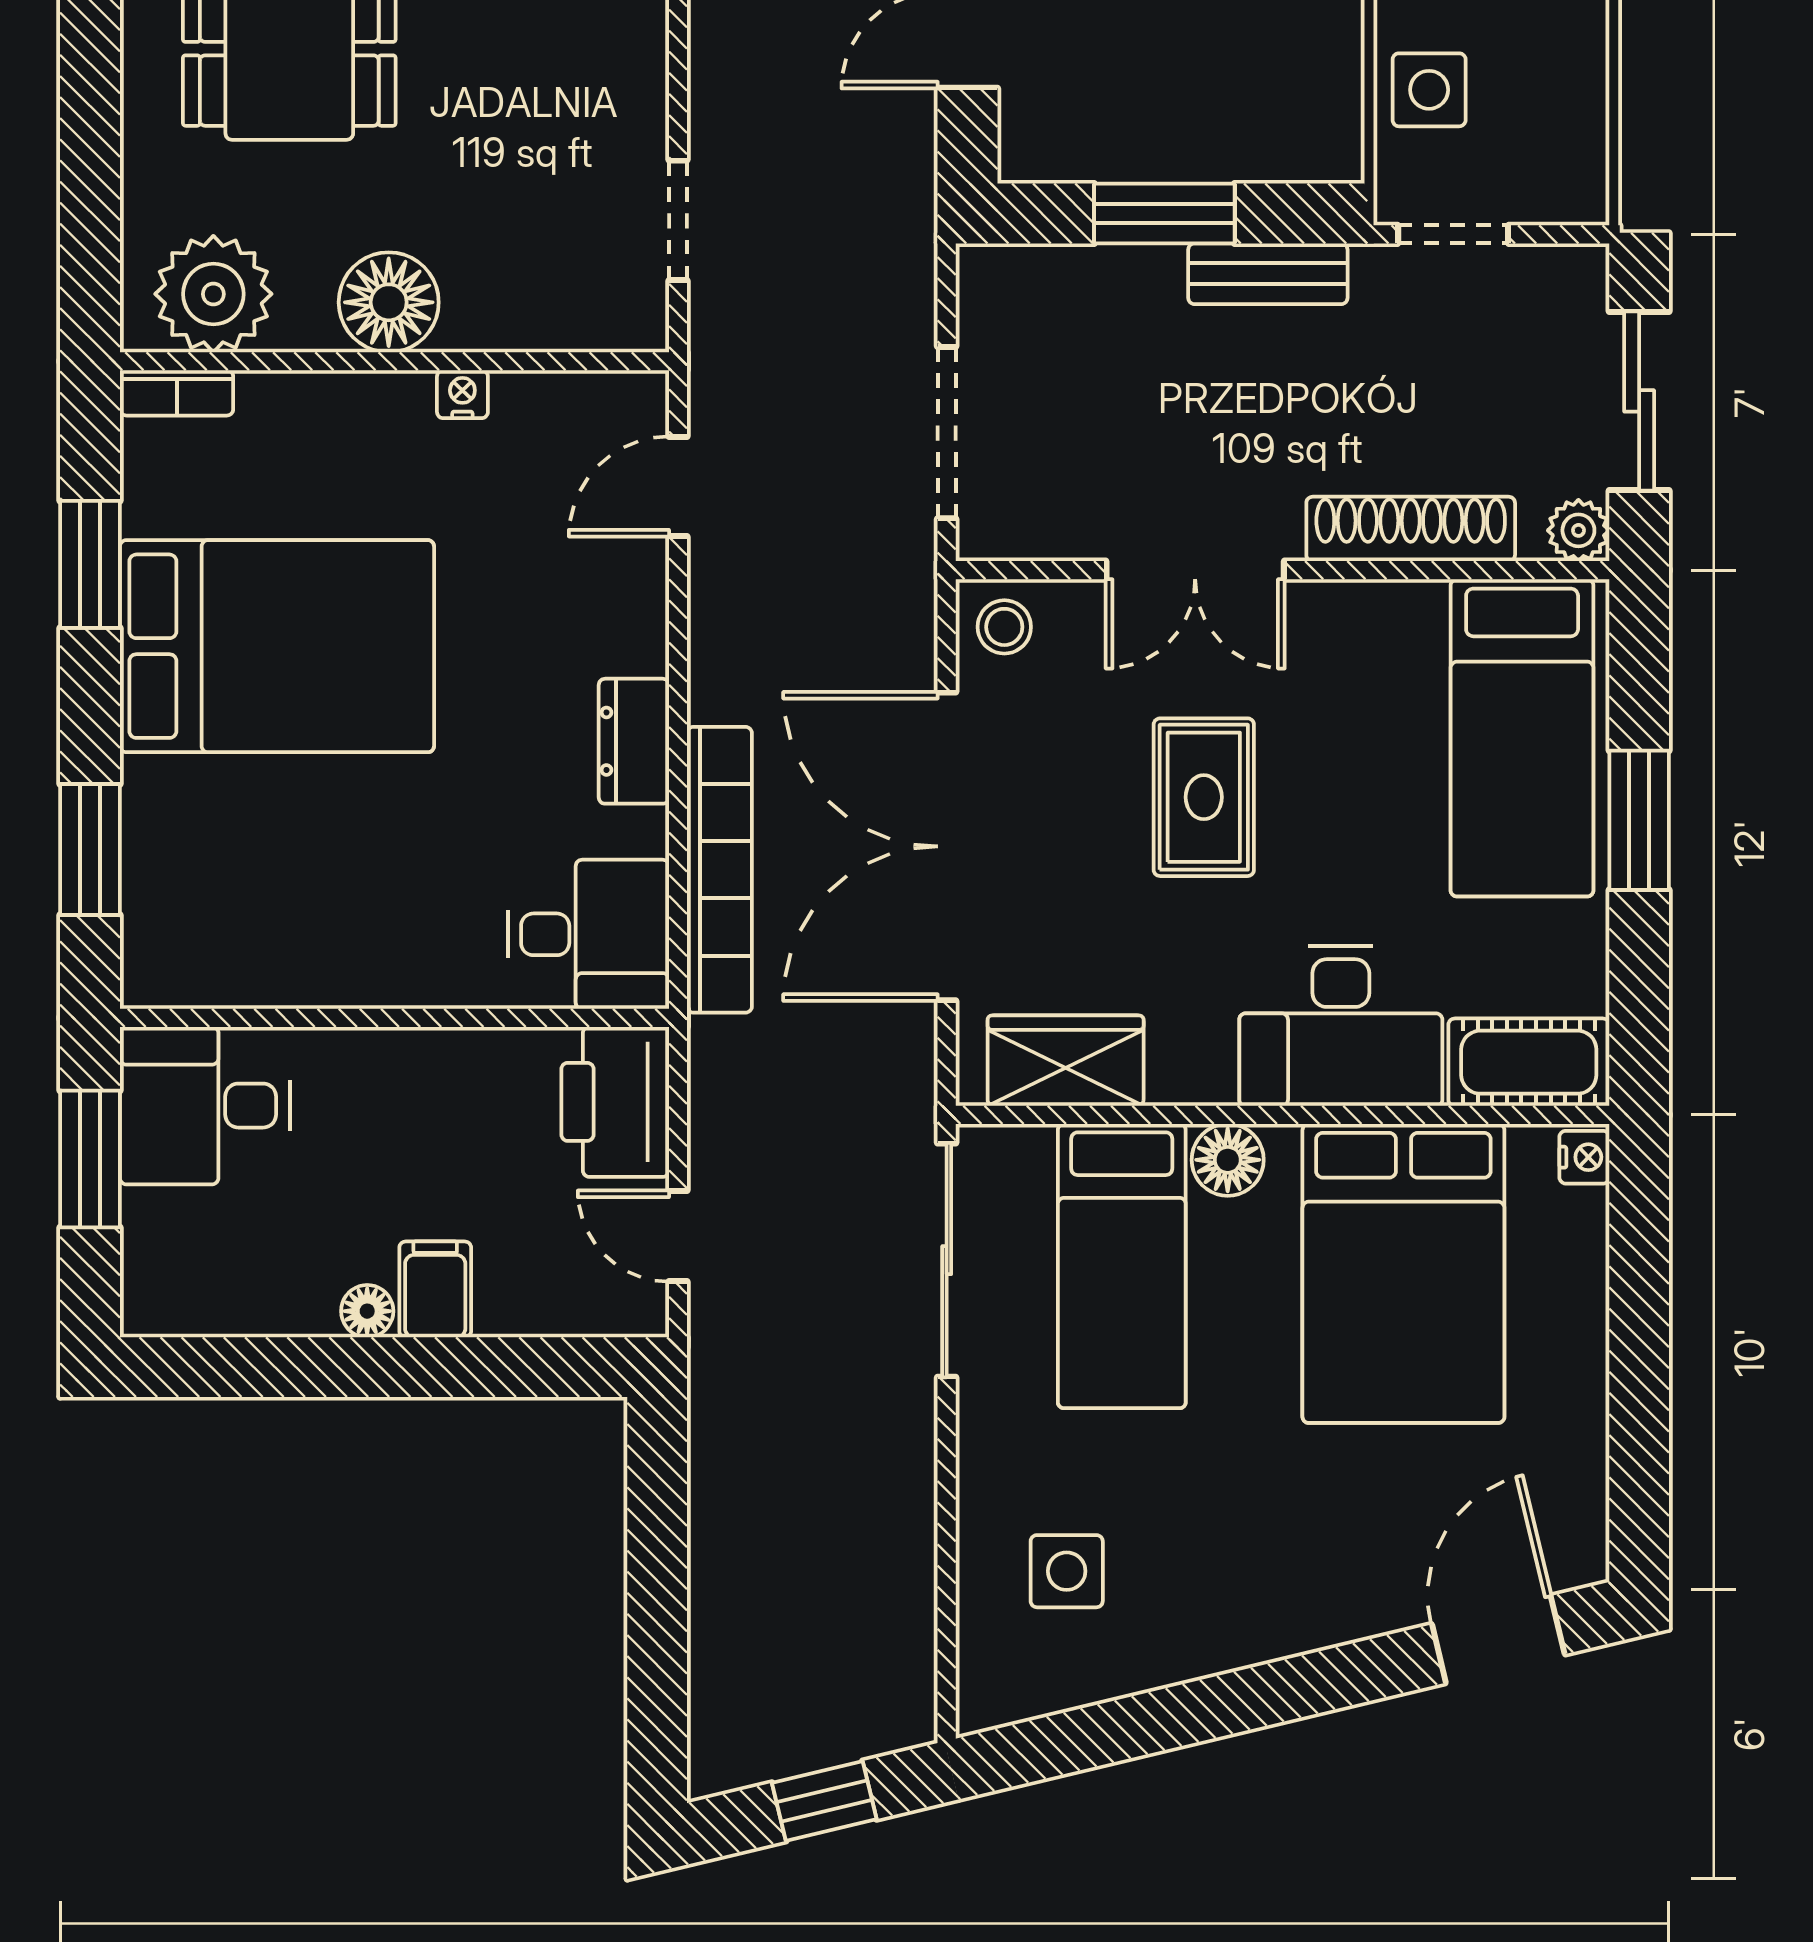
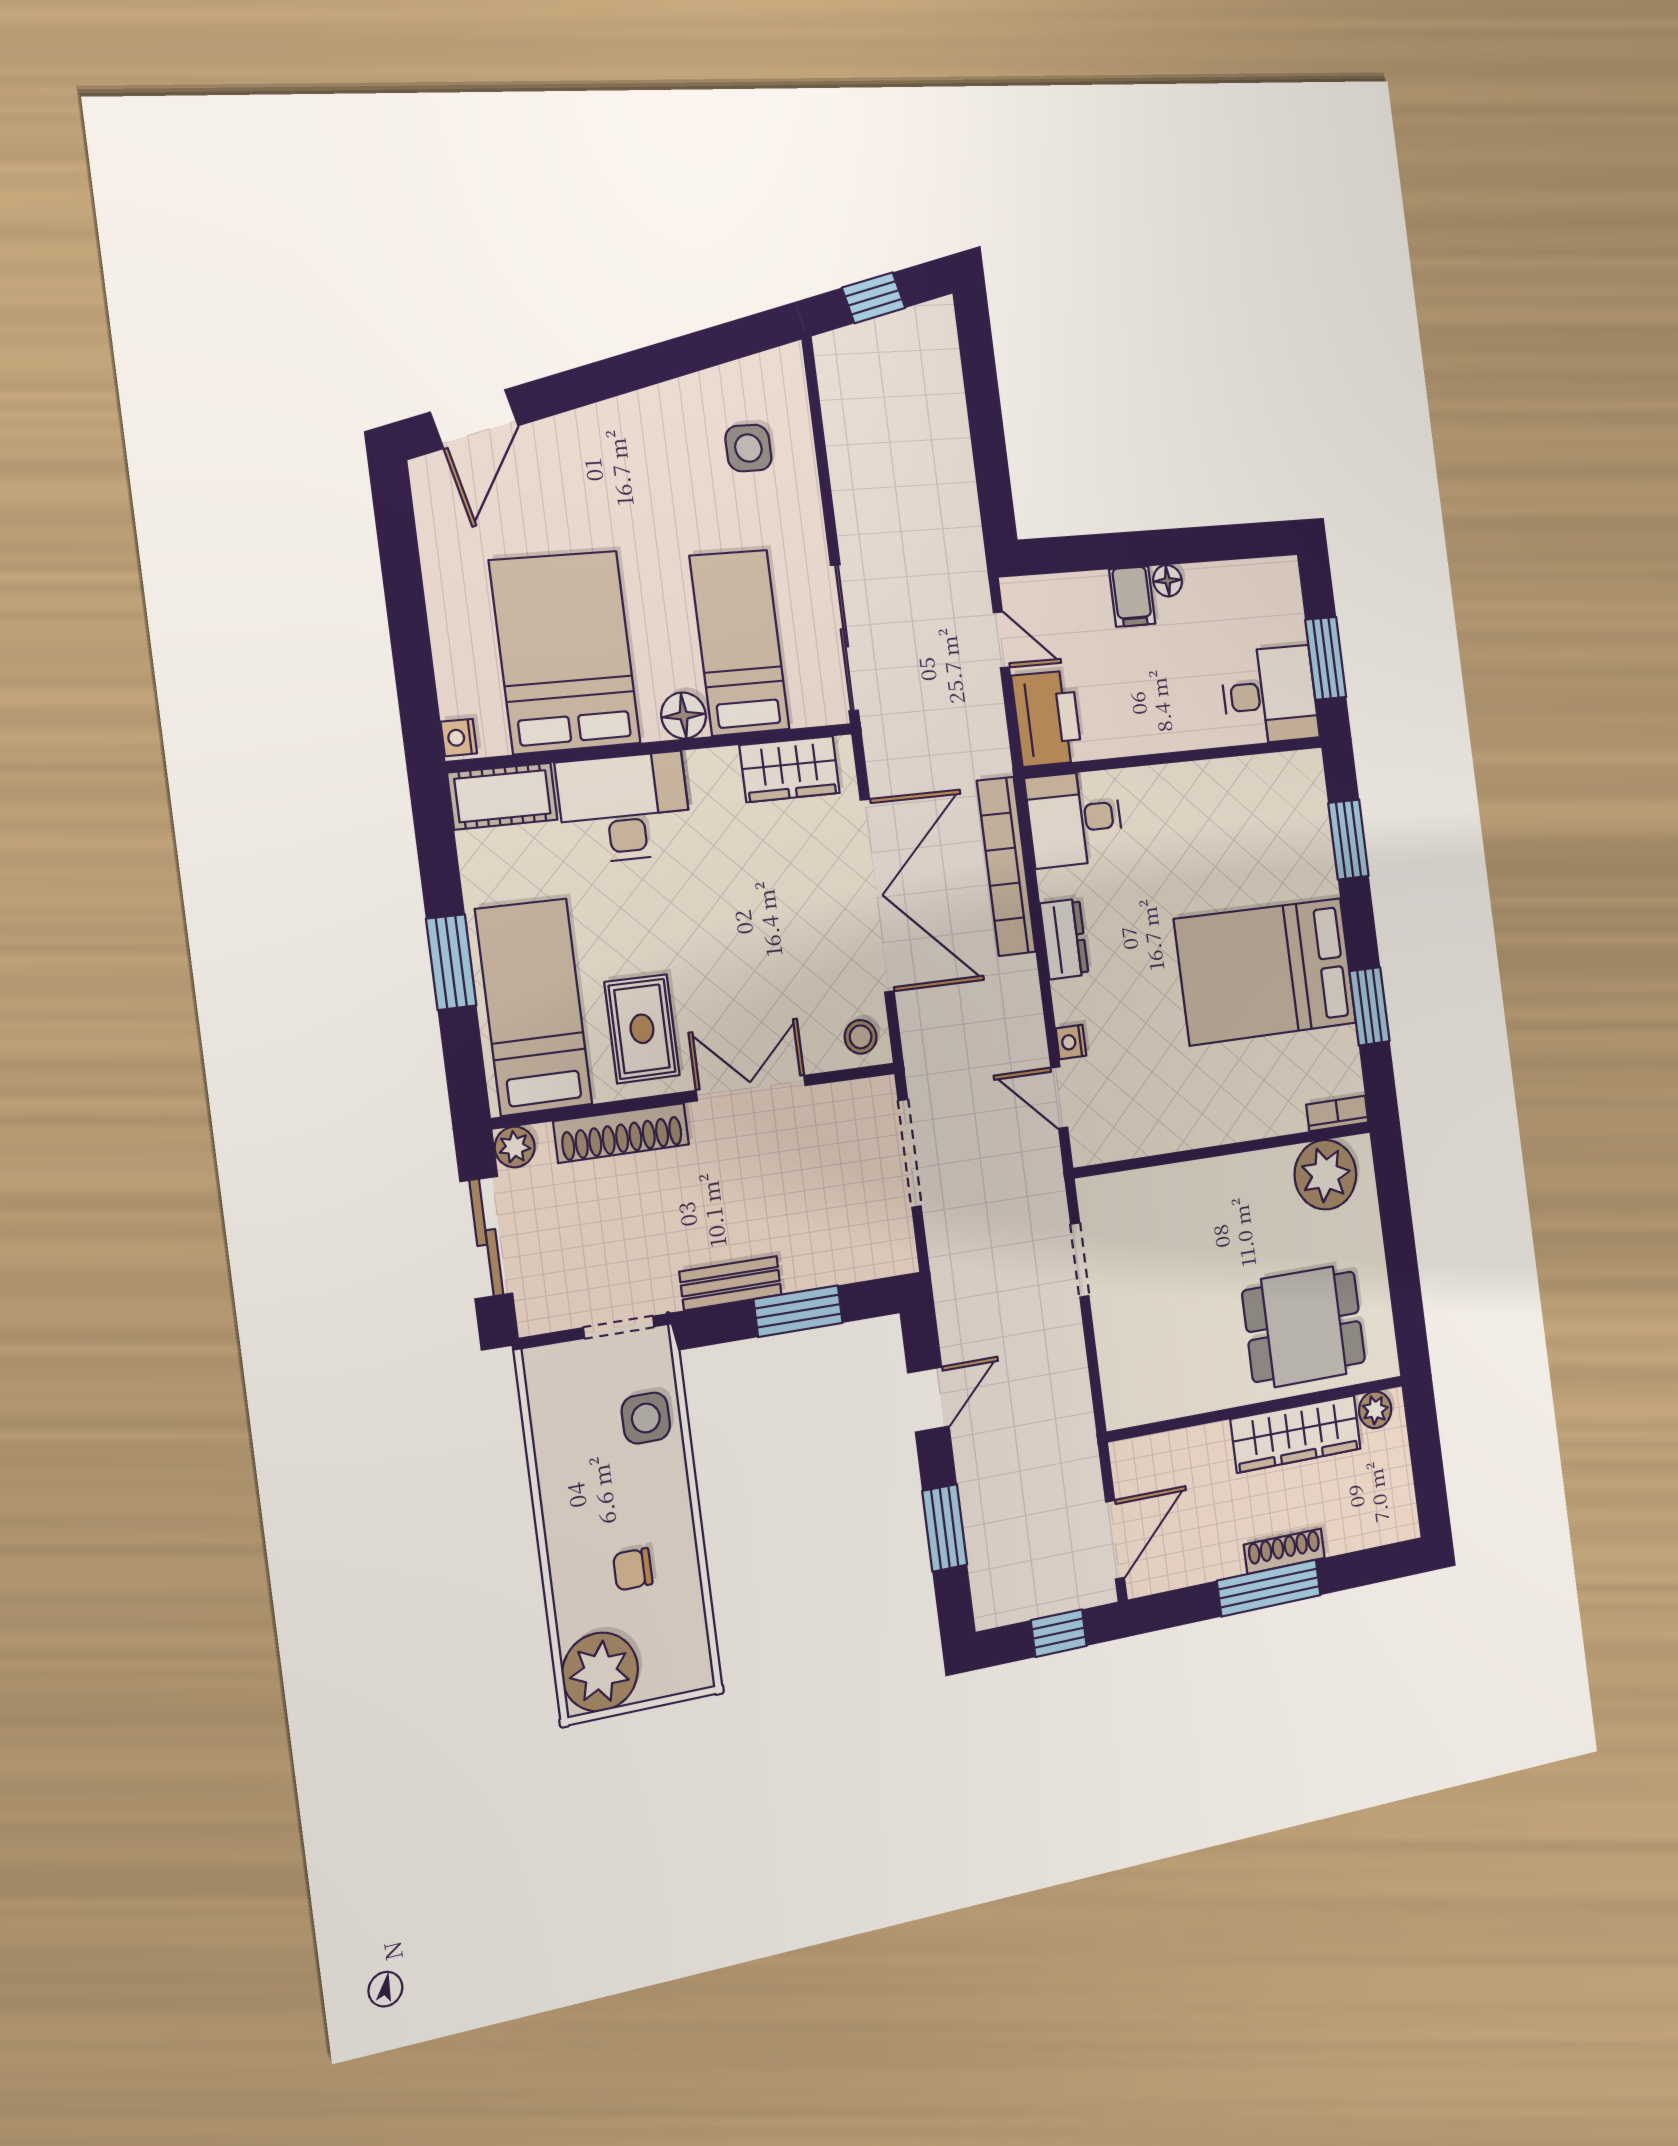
floor lamp: (389, 302) -> (1232, 1185), removed
nightstand: (462, 394) -> (1071, 1042), moved, turned 90
door: (678, 486) -> (1059, 1098), swing flipped
rug: (1204, 797) -> (642, 1029), moved

